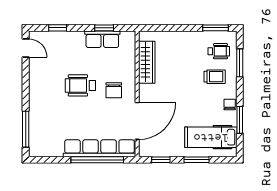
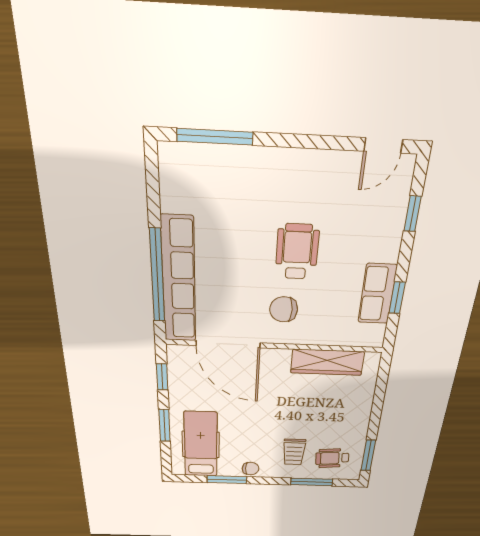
wheelchair: (219, 51) -> (332, 458), turned 85

